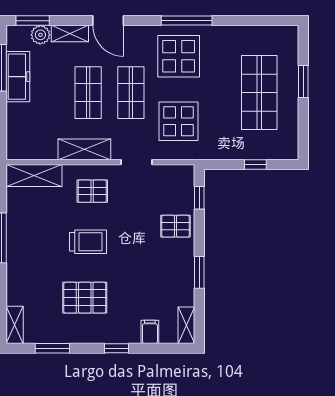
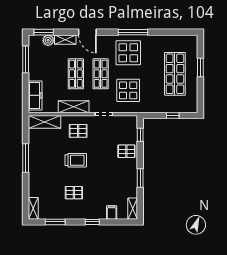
freezer: (18, 77) -> (35, 95), moved
pallet: (85, 298) -> (74, 193), width x0.67, depth x0.71

